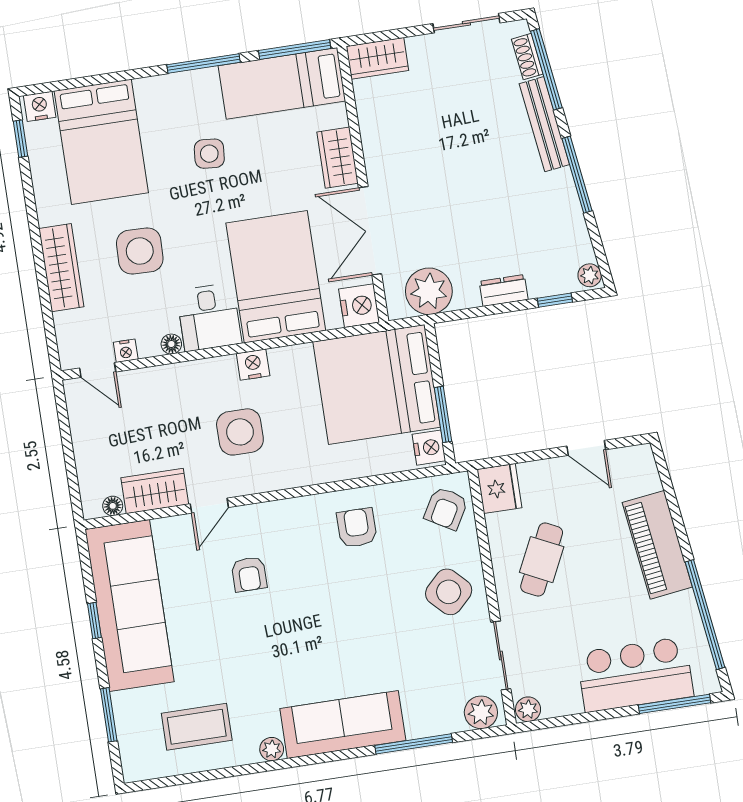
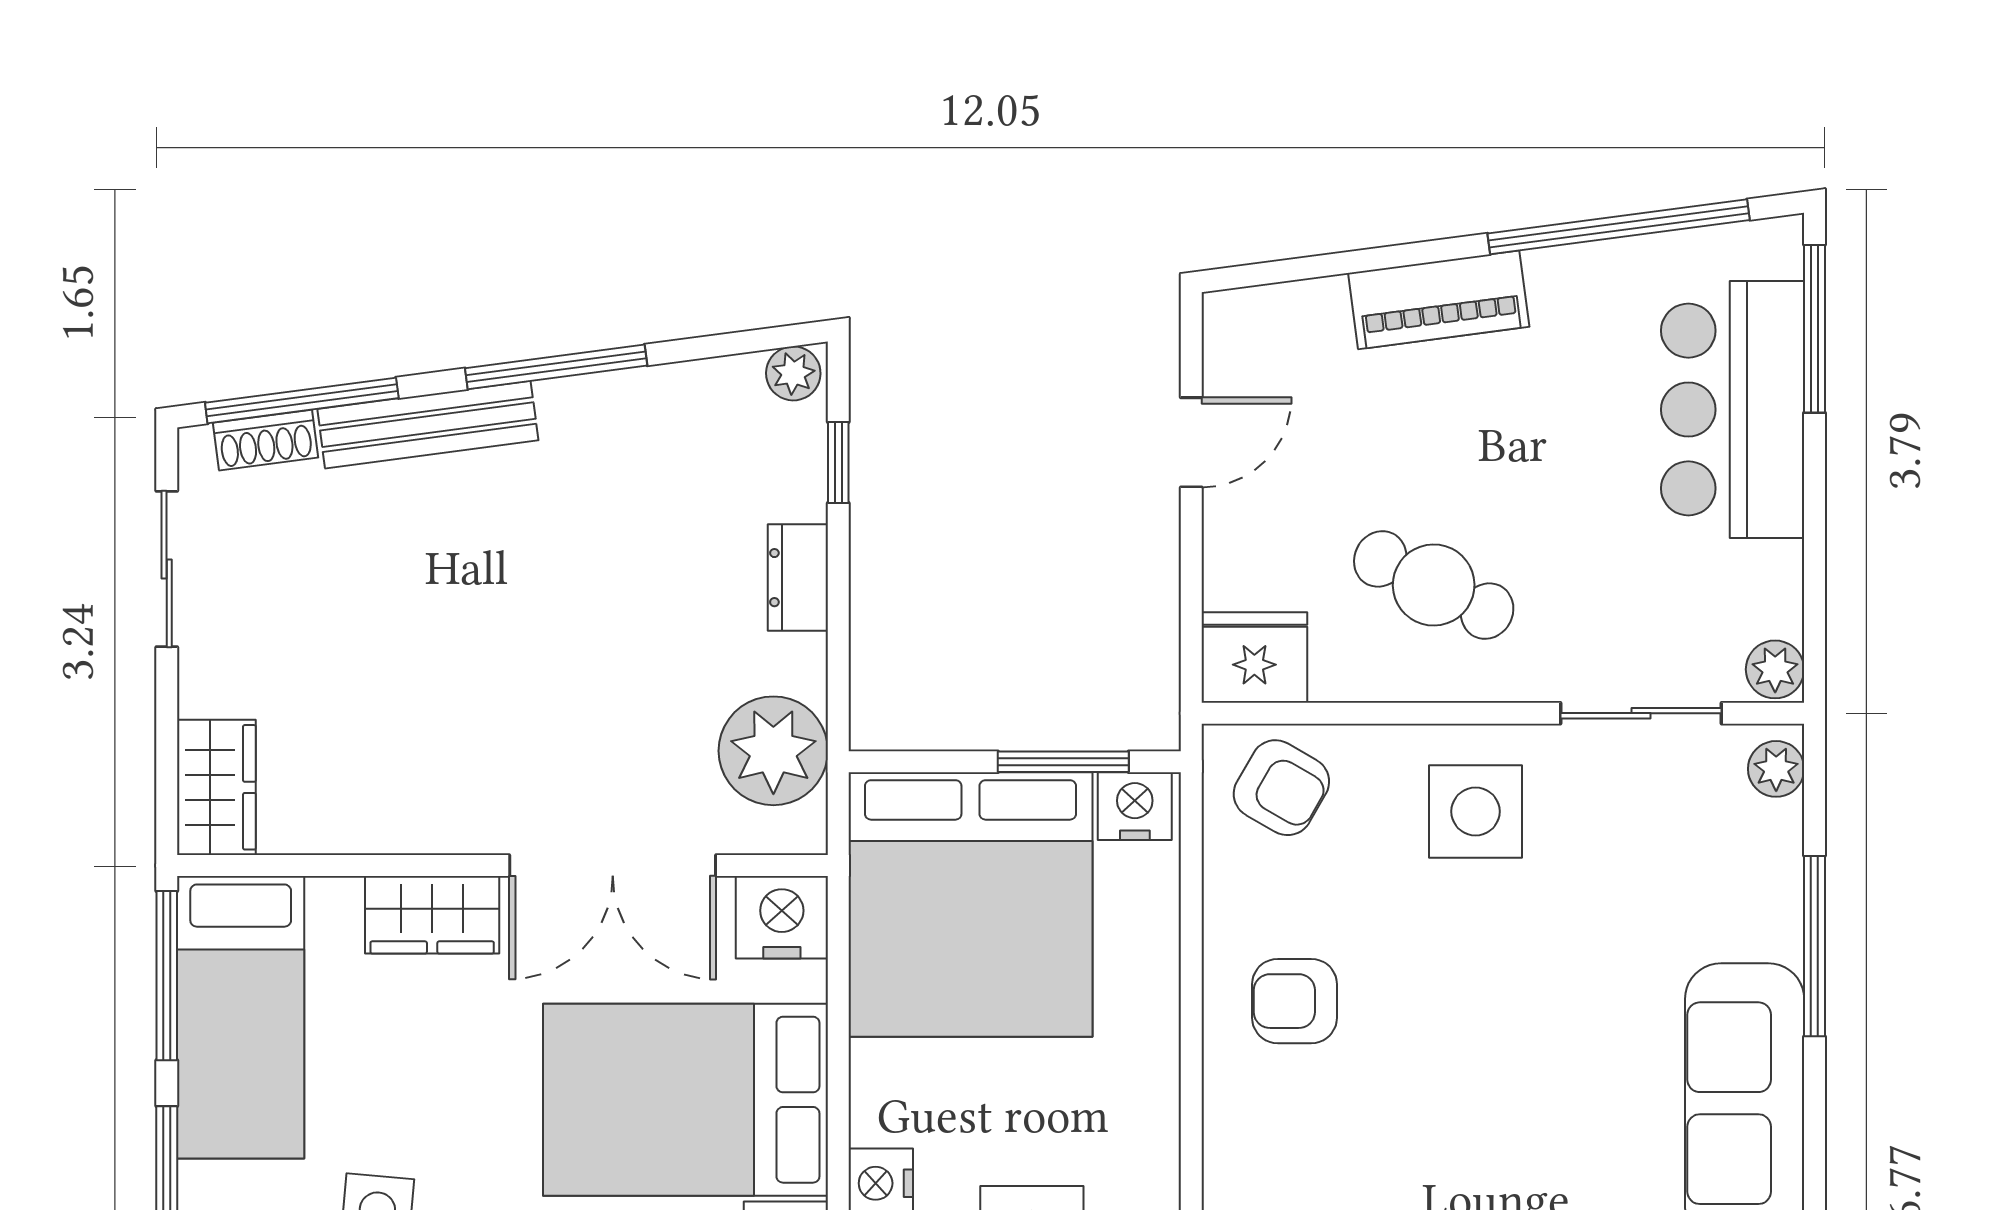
piano: (657, 545) -> (1439, 300), width x0.73, depth x0.75
side table: (449, 592) -> (1475, 811), turned 45
plant: (481, 712) -> (1776, 769), width x0.73, depth x0.73

